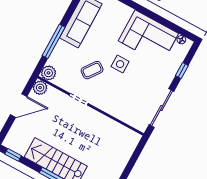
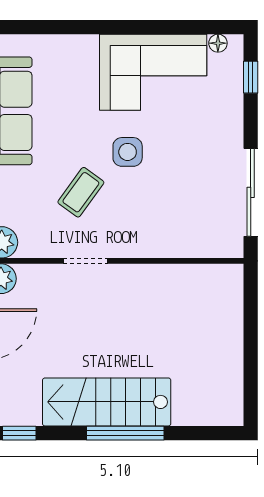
window: (182, 71) -> (251, 77), moved

